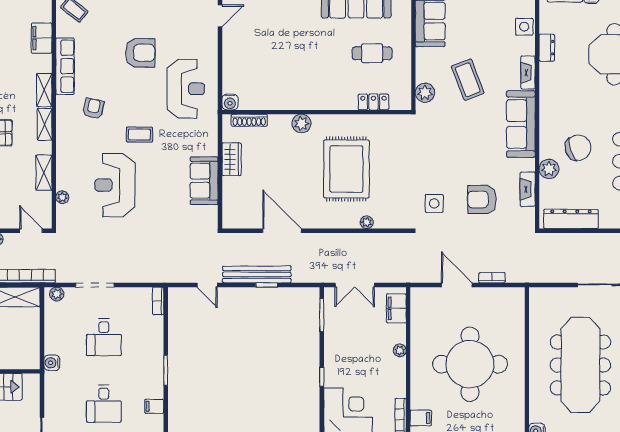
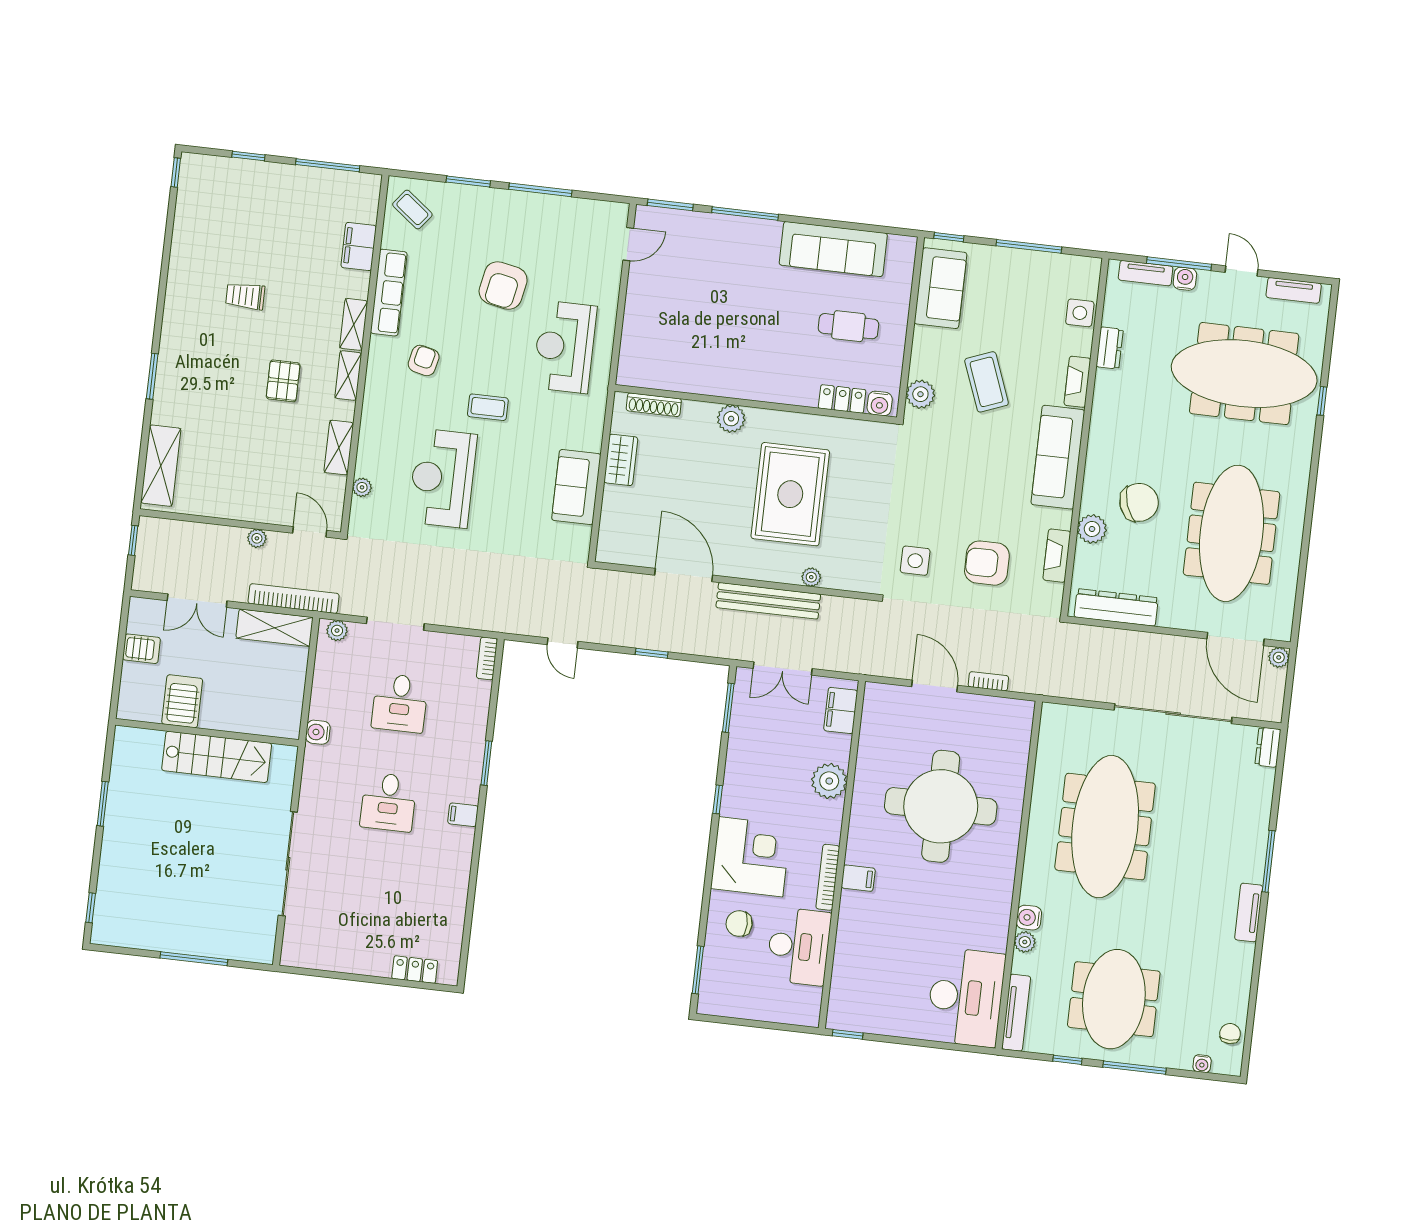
armchair: (140, 53) -> (503, 286), turned 101
reception desk: (186, 89) -> (565, 347), turned 180
water cooler: (230, 102) -> (880, 403), moved
bench: (257, 274) -> (768, 601), moved
plant: (400, 350) -> (829, 781), width x1.88, depth x1.88

